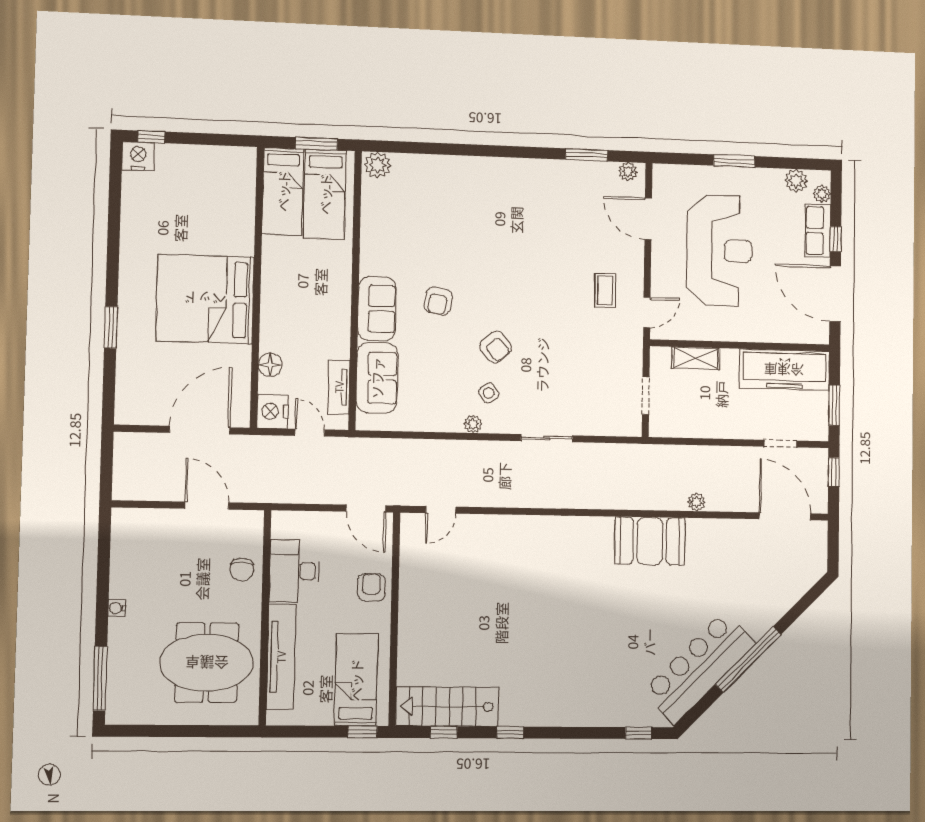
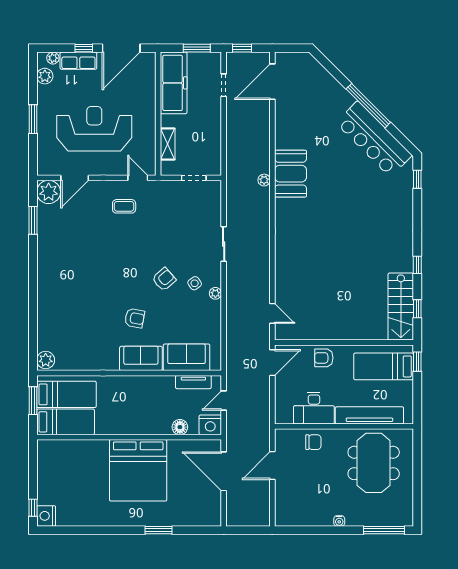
plant: (628, 171) -> (49, 192), width x1.88, depth x1.88
plant: (697, 502) -> (264, 180), moved

